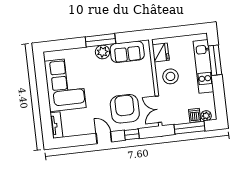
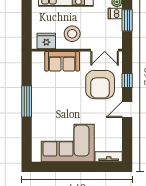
plant: (102, 52) -> (39, 101), removed
sofa: (127, 52) -> (62, 61), moved, turned 90
armchair: (125, 109) -> (100, 85), turned -90
window: (189, 128) -> (127, 20), width x0.69

